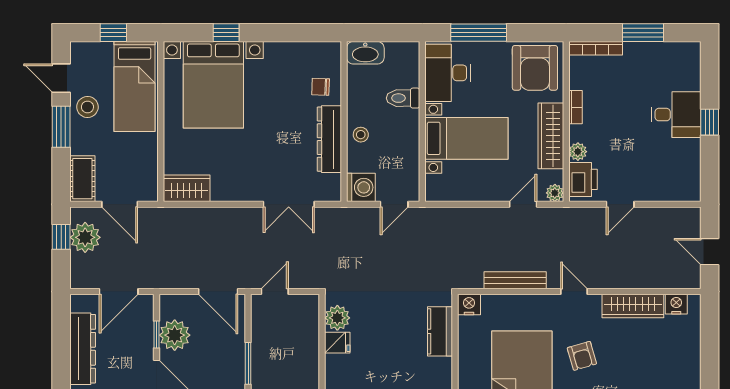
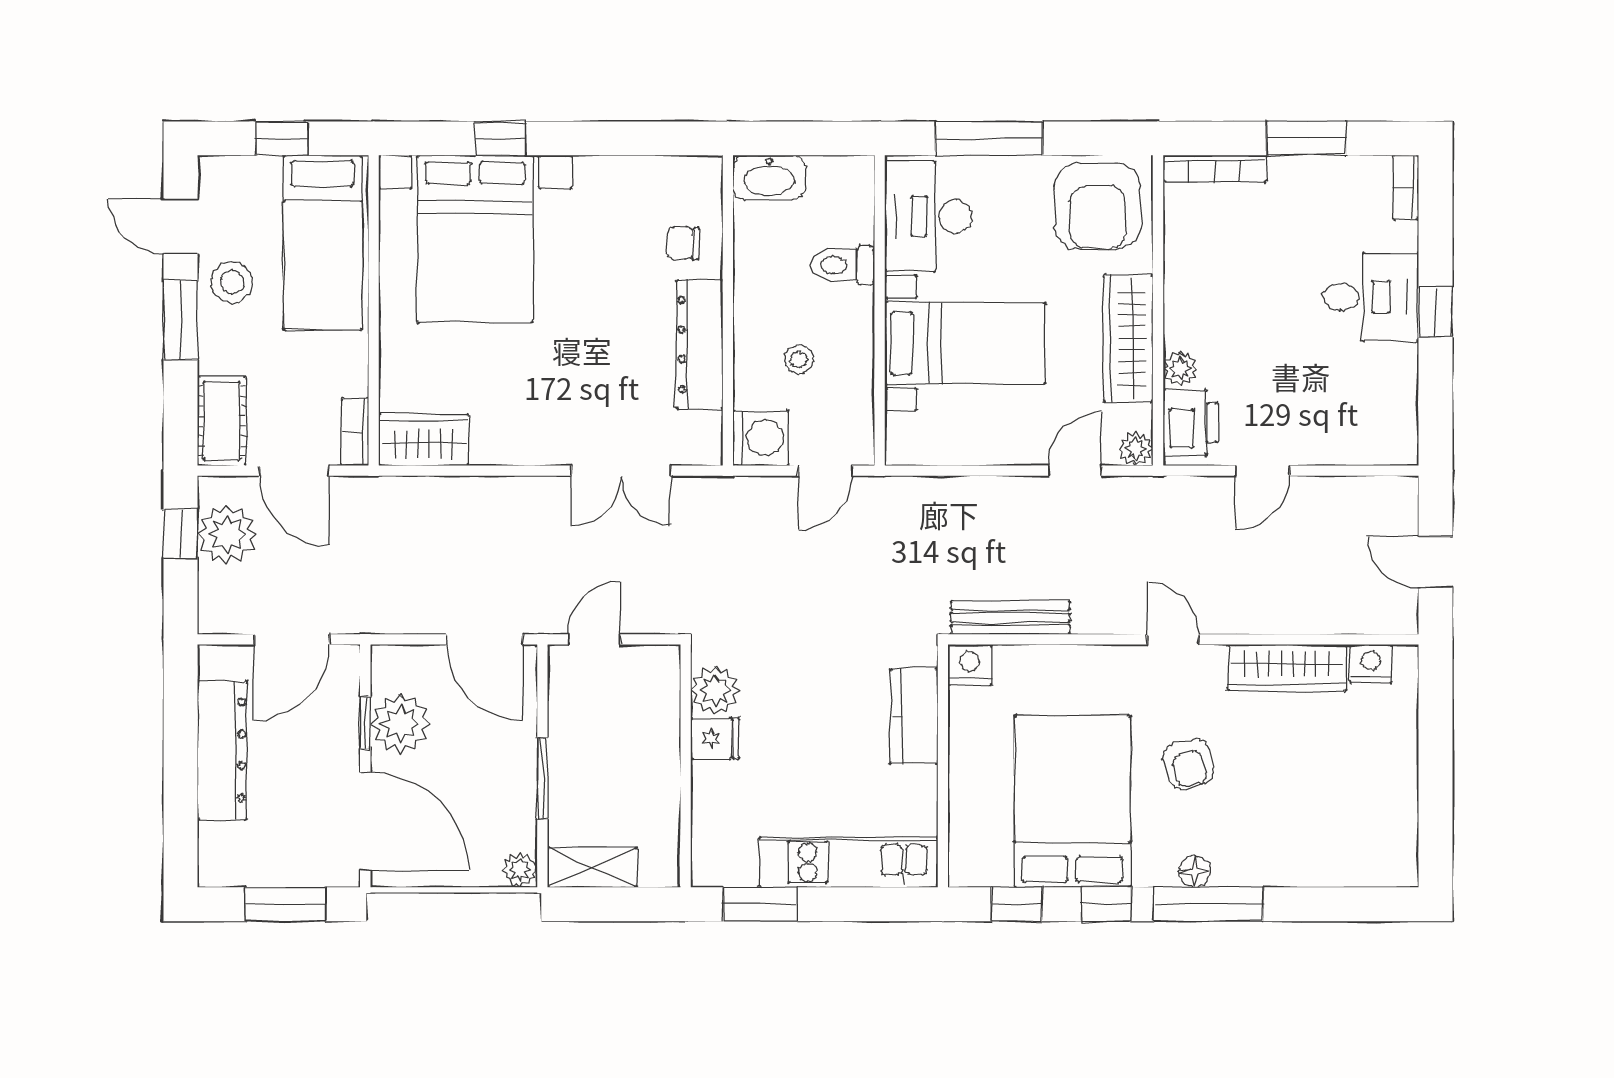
bookcase: (575, 107) -> (1406, 188), moved, turned 180
stool: (361, 135) -> (799, 359), moved
bookcase: (151, 184) -> (355, 432), added
bench: (515, 280) -> (1010, 618), moved

